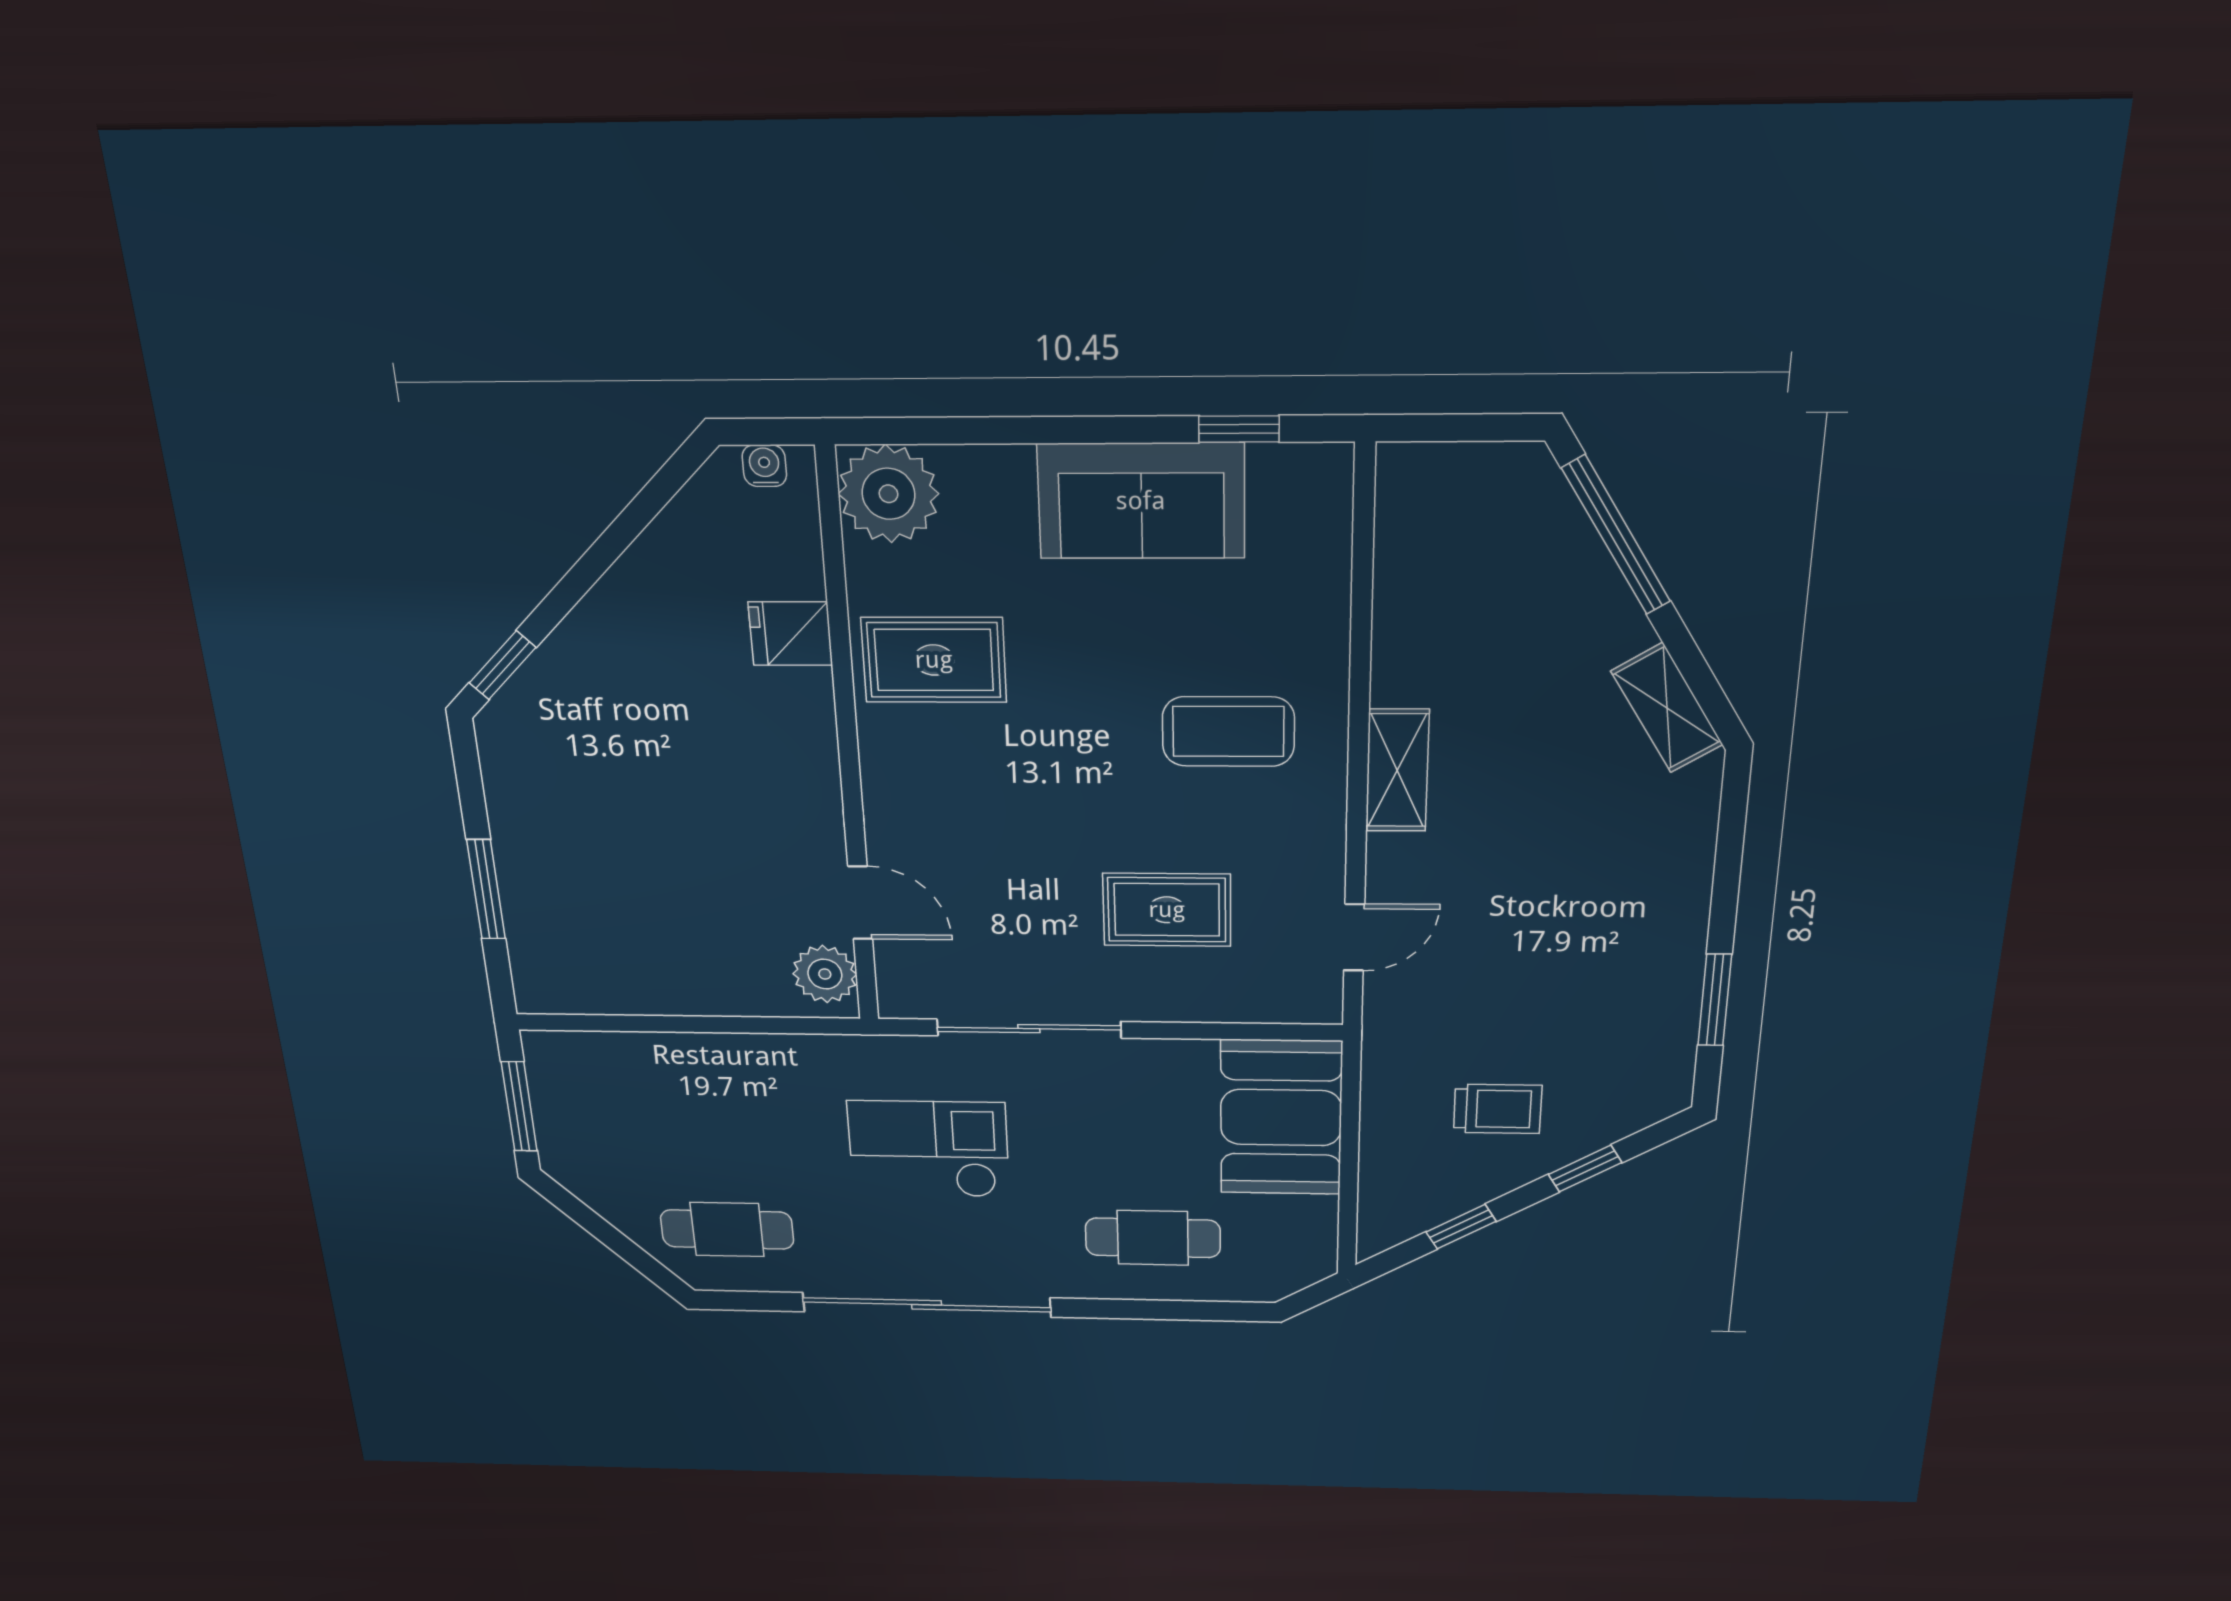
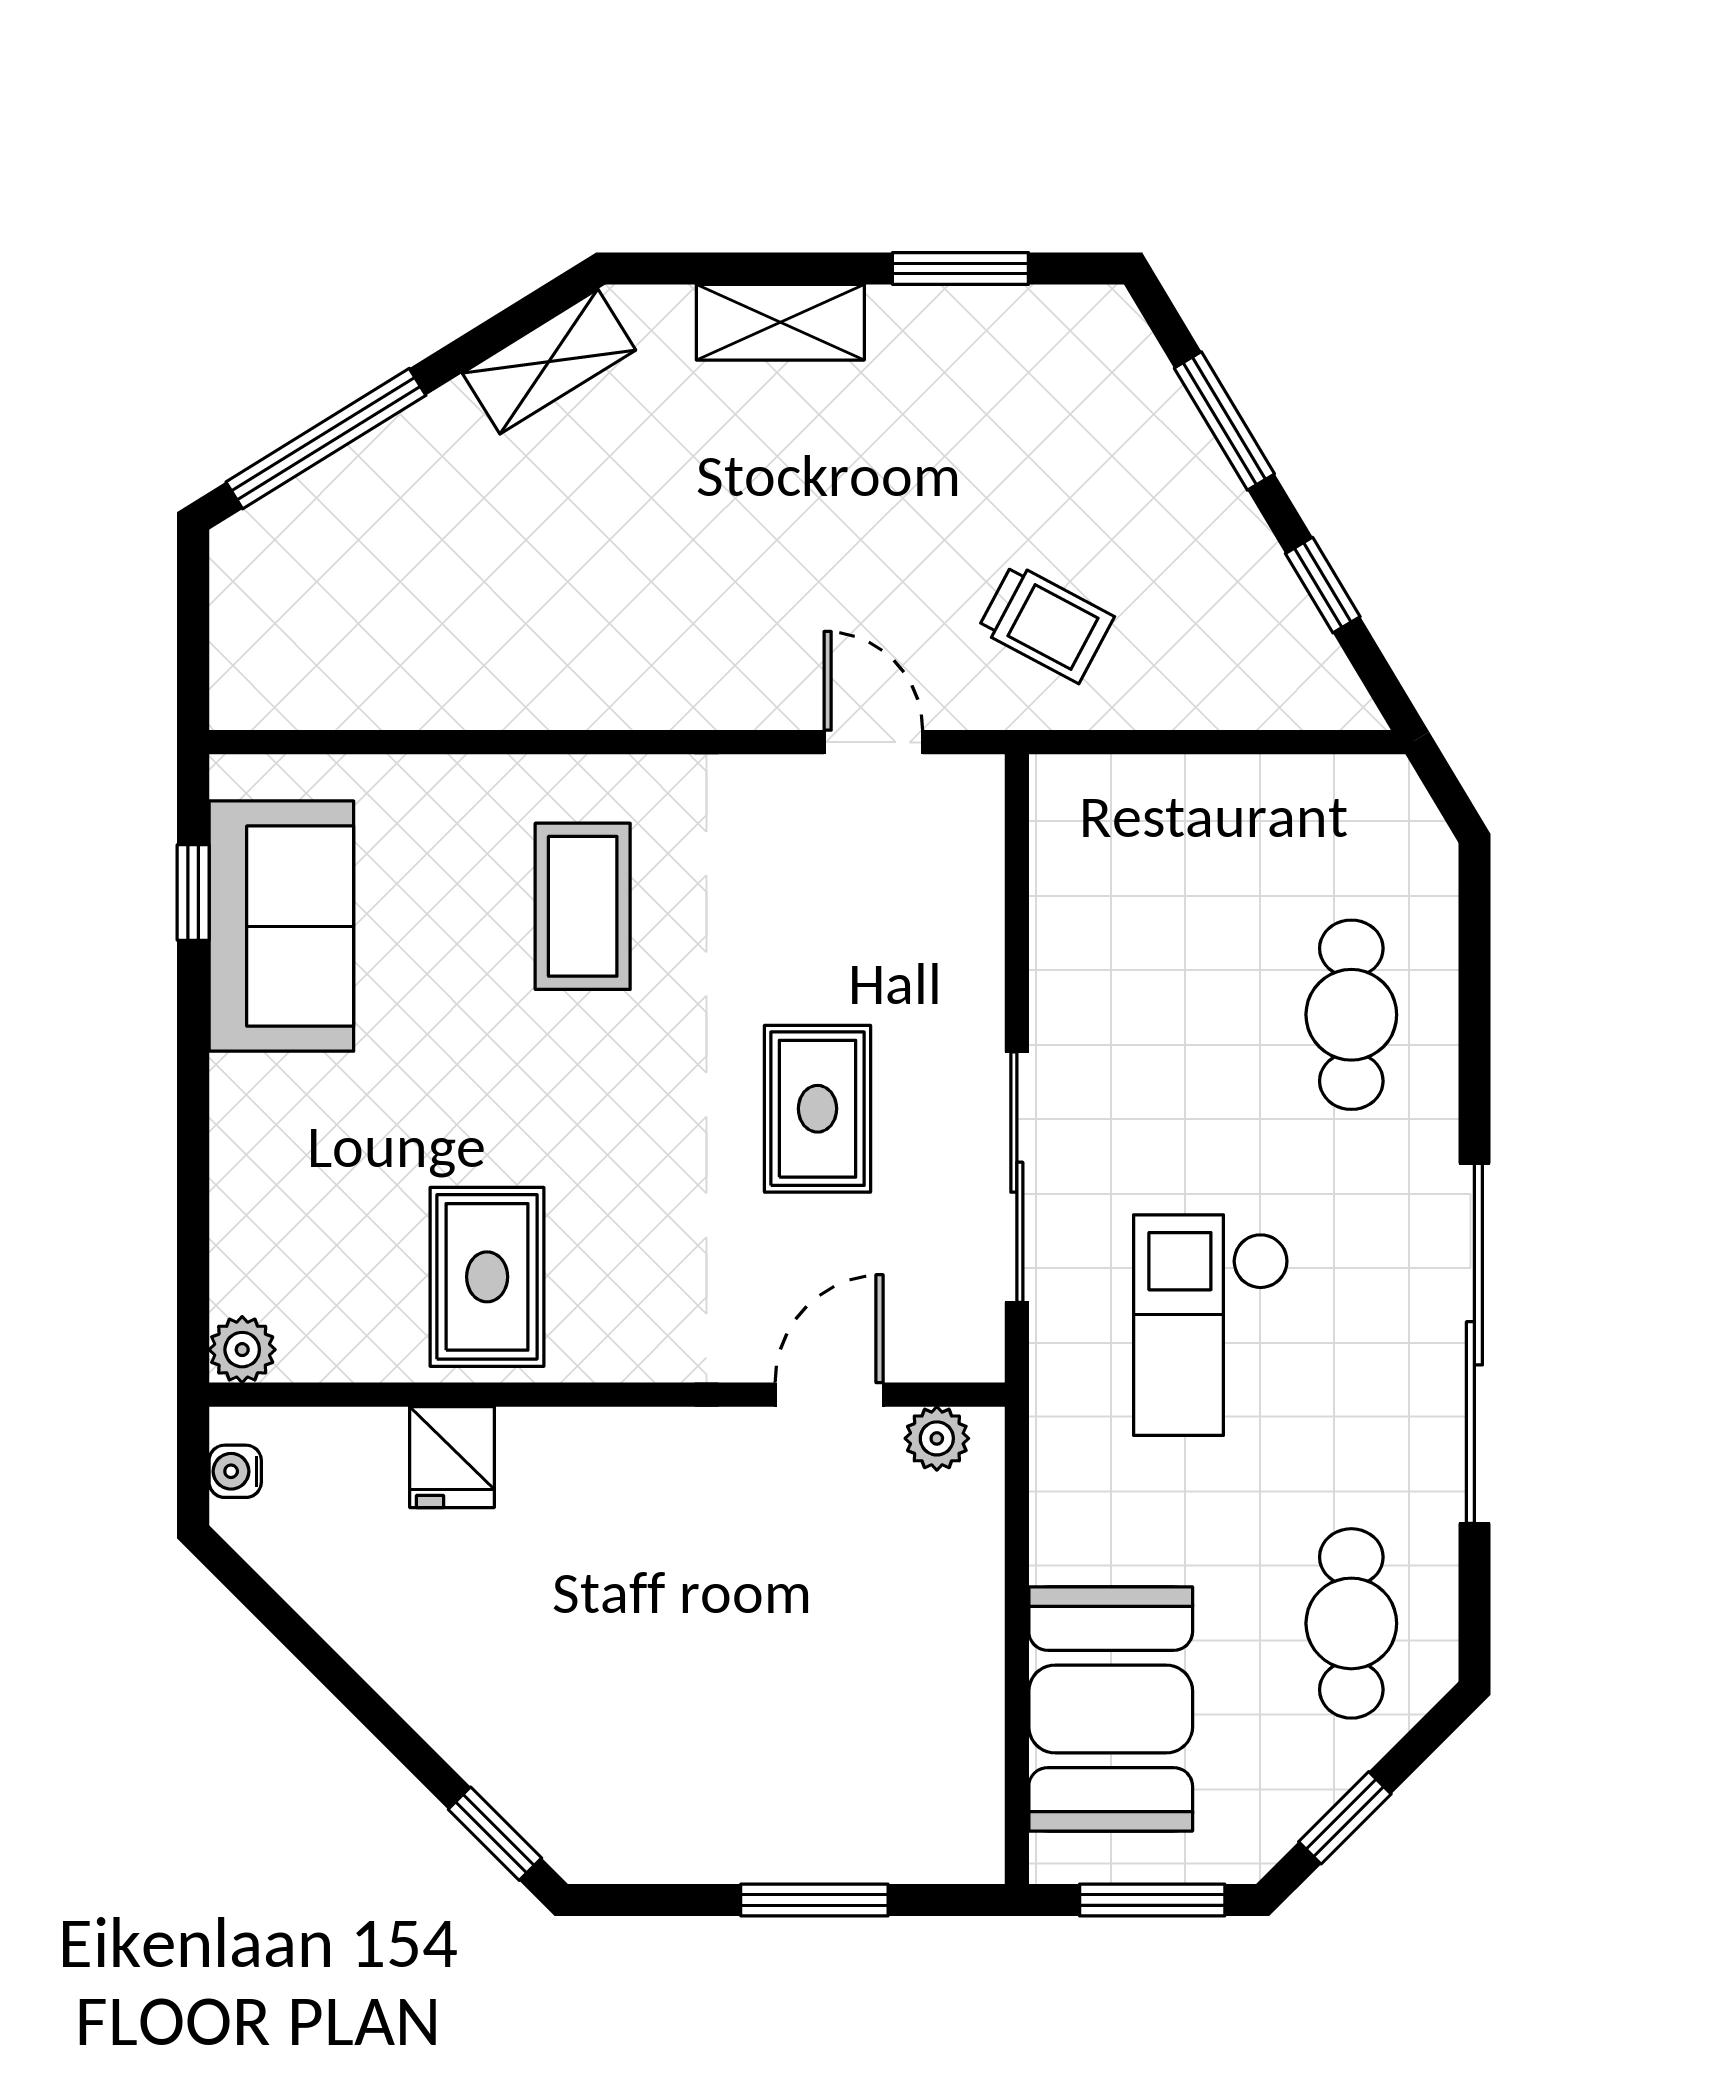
plant: (888, 494) -> (242, 1350), width x0.53, depth x0.53
sofa: (1141, 501) -> (281, 926), moved
shelving: (1397, 770) -> (780, 322), moved
rug: (1167, 910) -> (818, 1109), moved
plant: (825, 974) -> (937, 1438), width x0.73, depth x0.73
trolley: (1498, 1109) -> (1046, 623), moved, turned 118
booth: (1281, 1118) -> (1111, 1709), moved, turned 90
window: (1585, 1169) -> (1224, 421), width x1.50
window: (593, 1223) -> (1345, 1818), added

